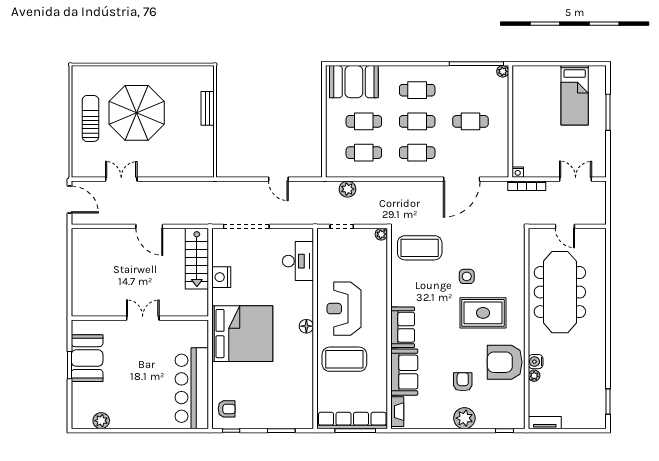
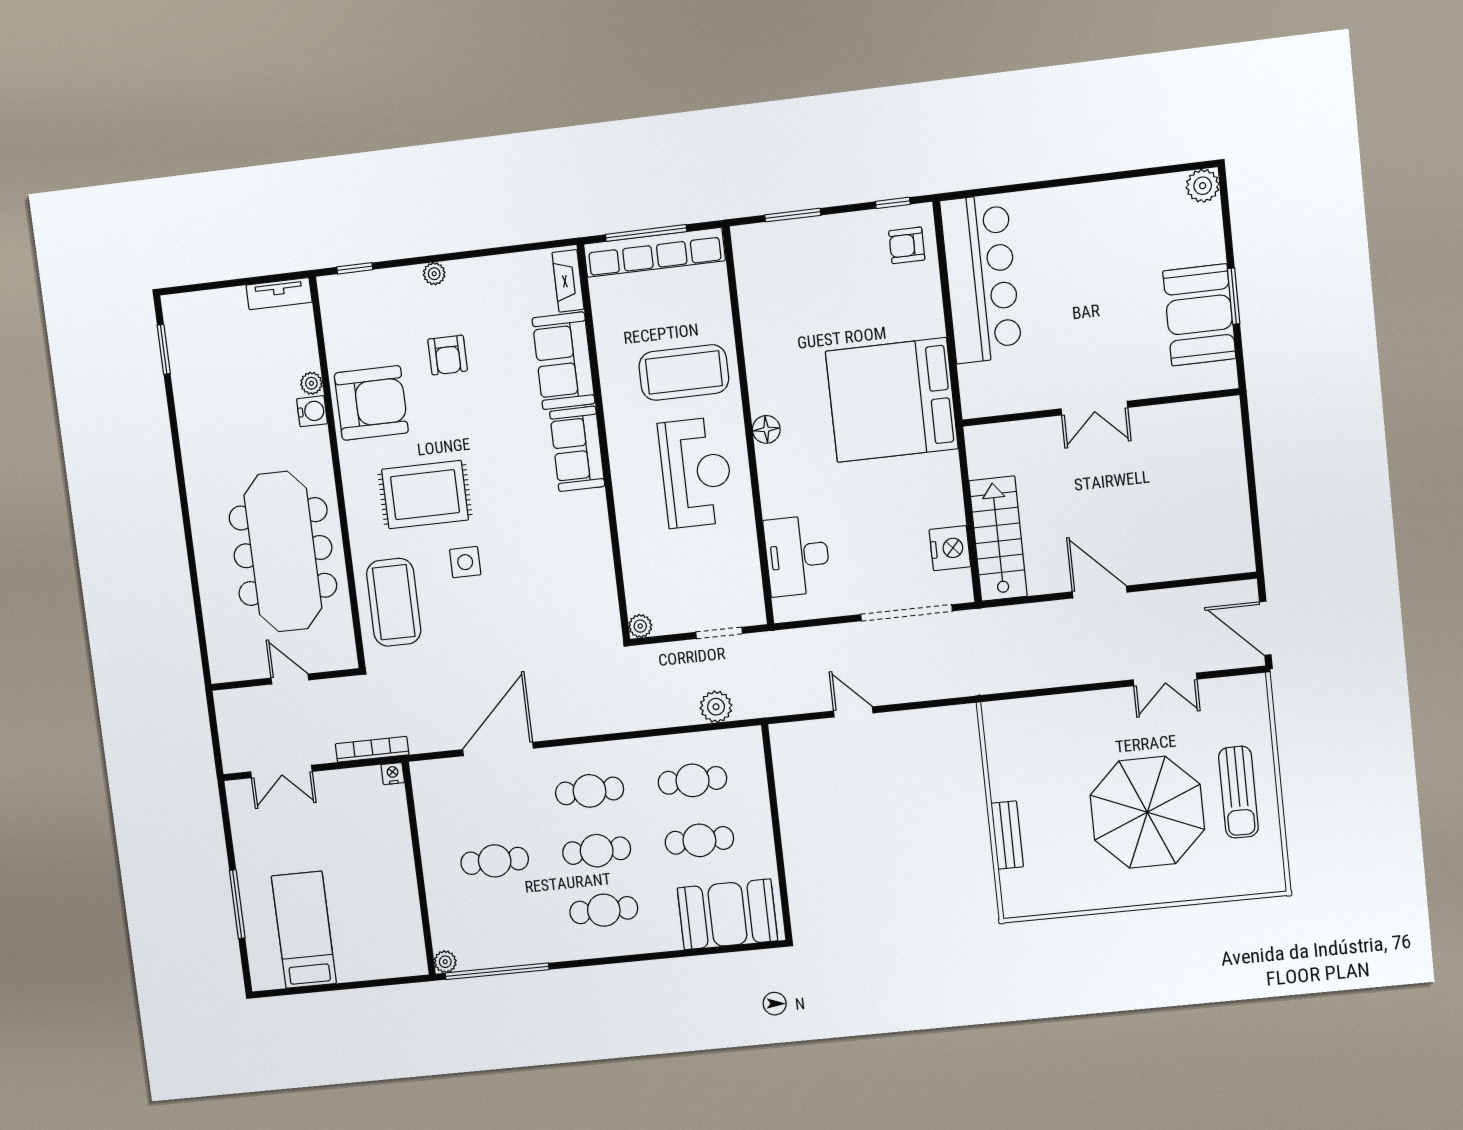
coffee table: (420, 248) -> (394, 602), moved, turned 90
nightstand: (221, 277) -> (950, 548), moved
plant: (464, 418) -> (434, 274), width x0.53, depth x0.53
plant: (101, 421) -> (1203, 186), moved

